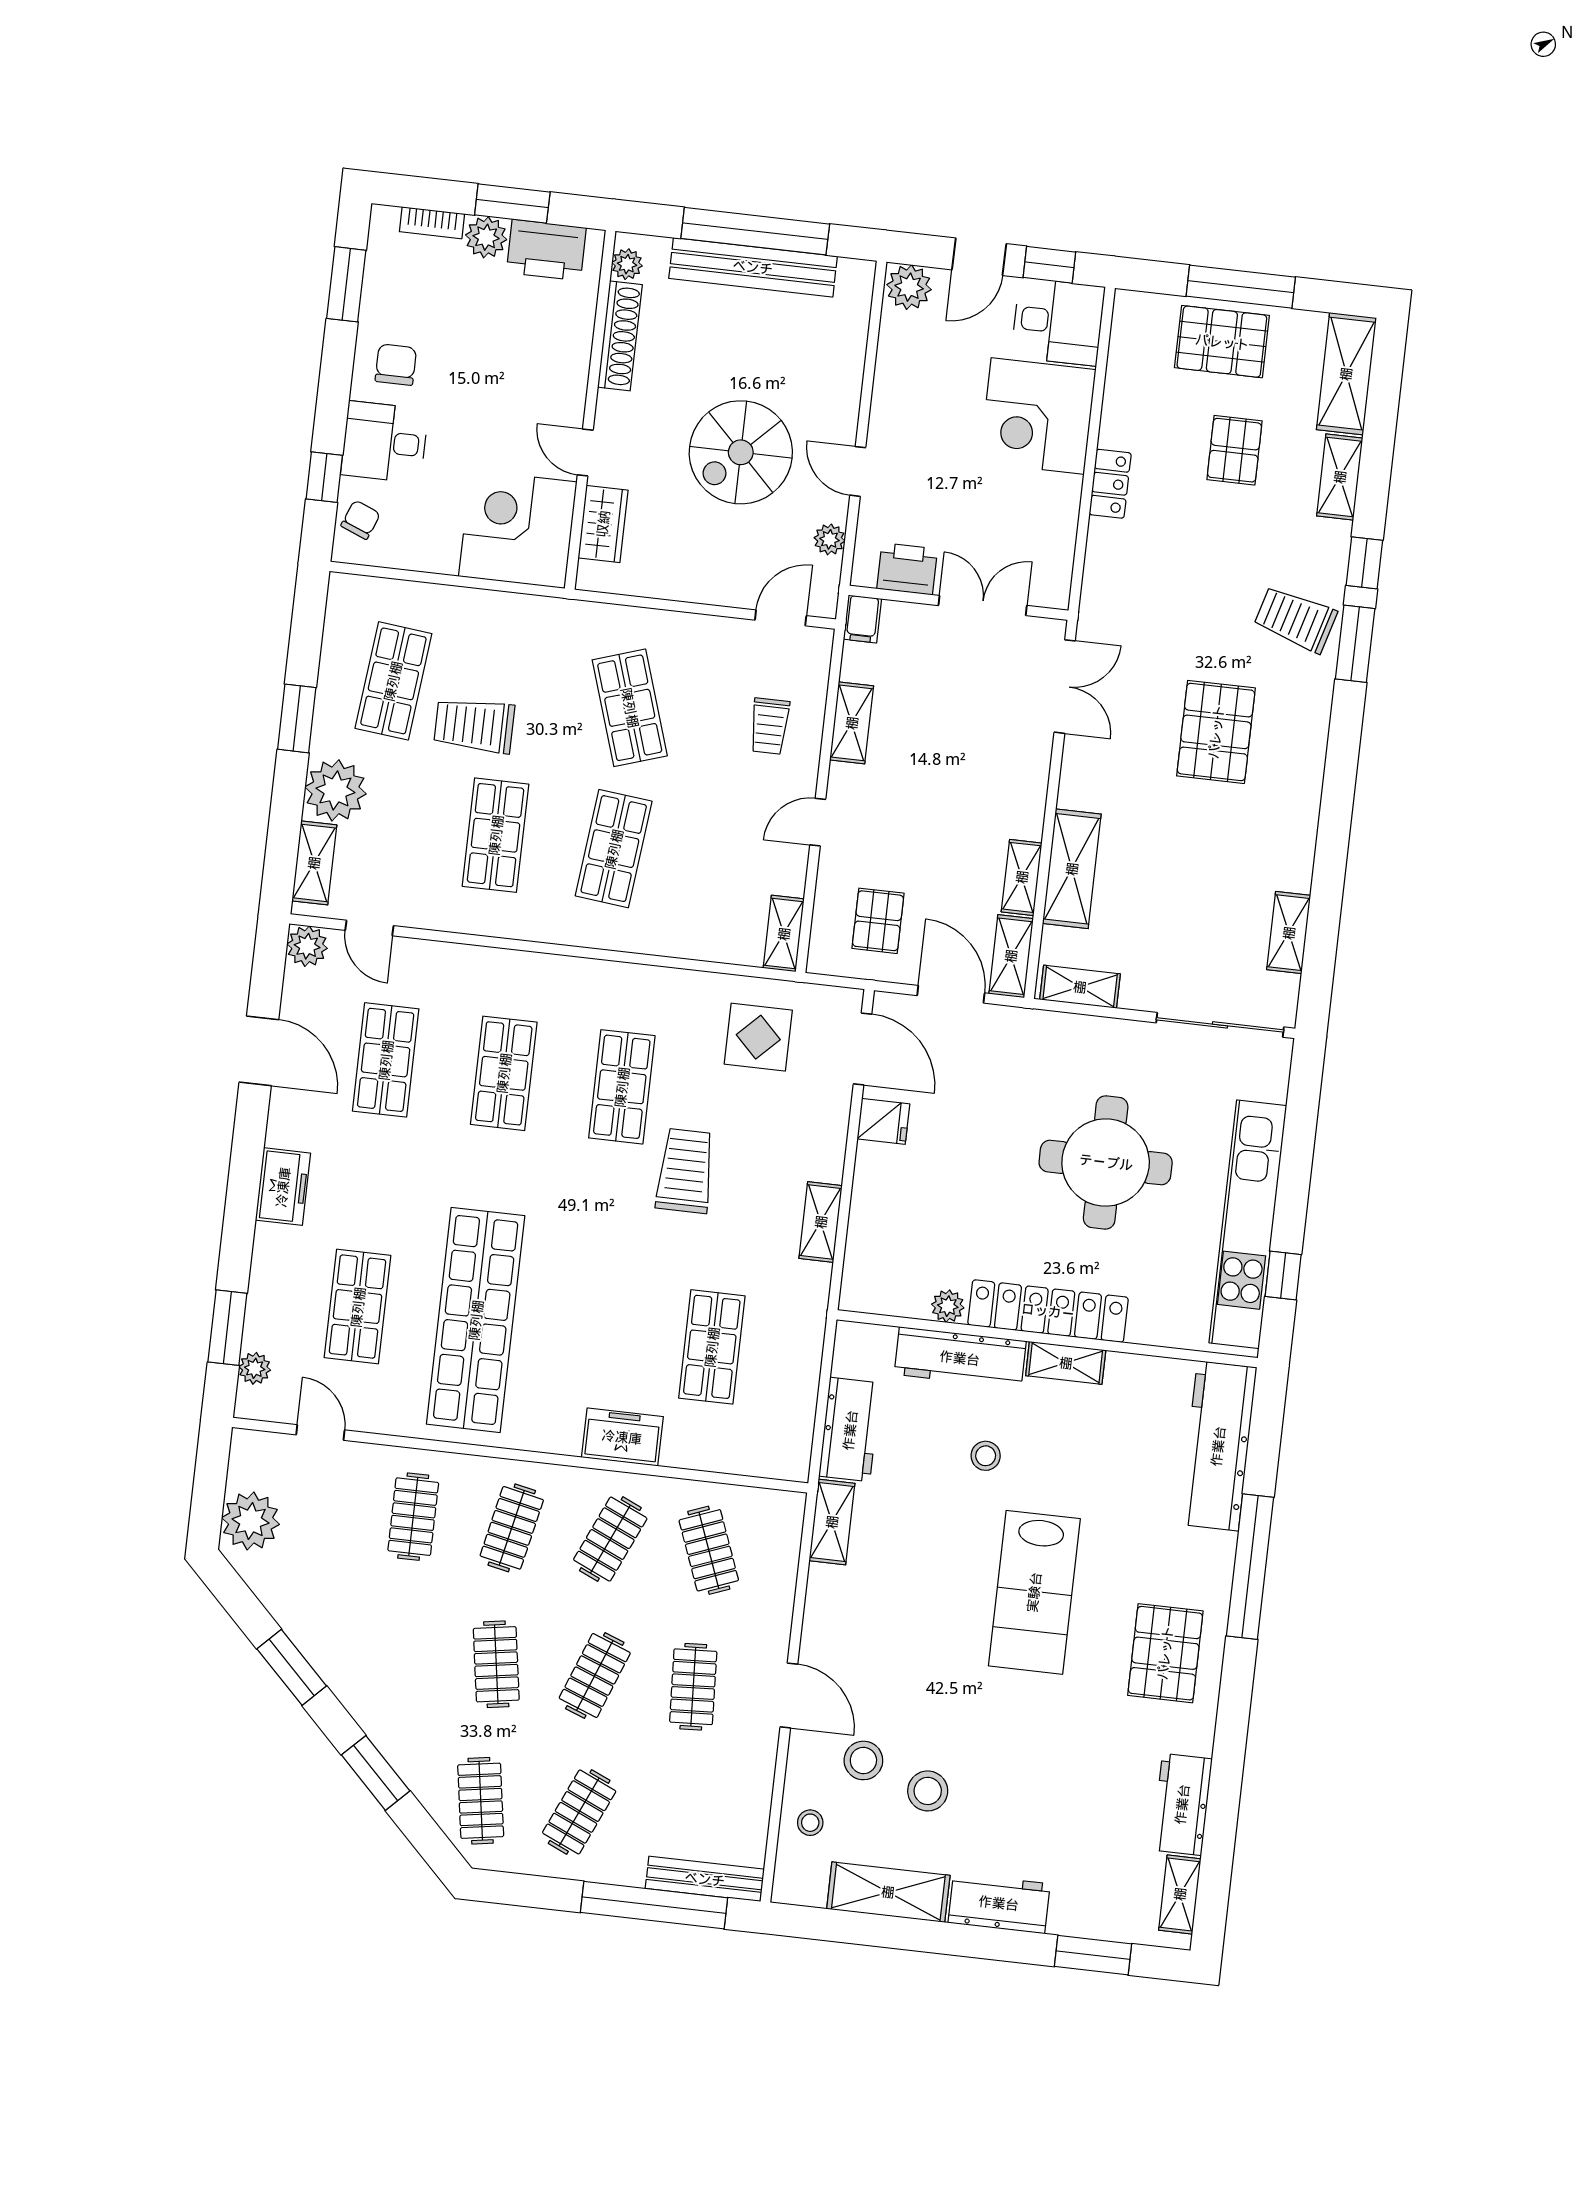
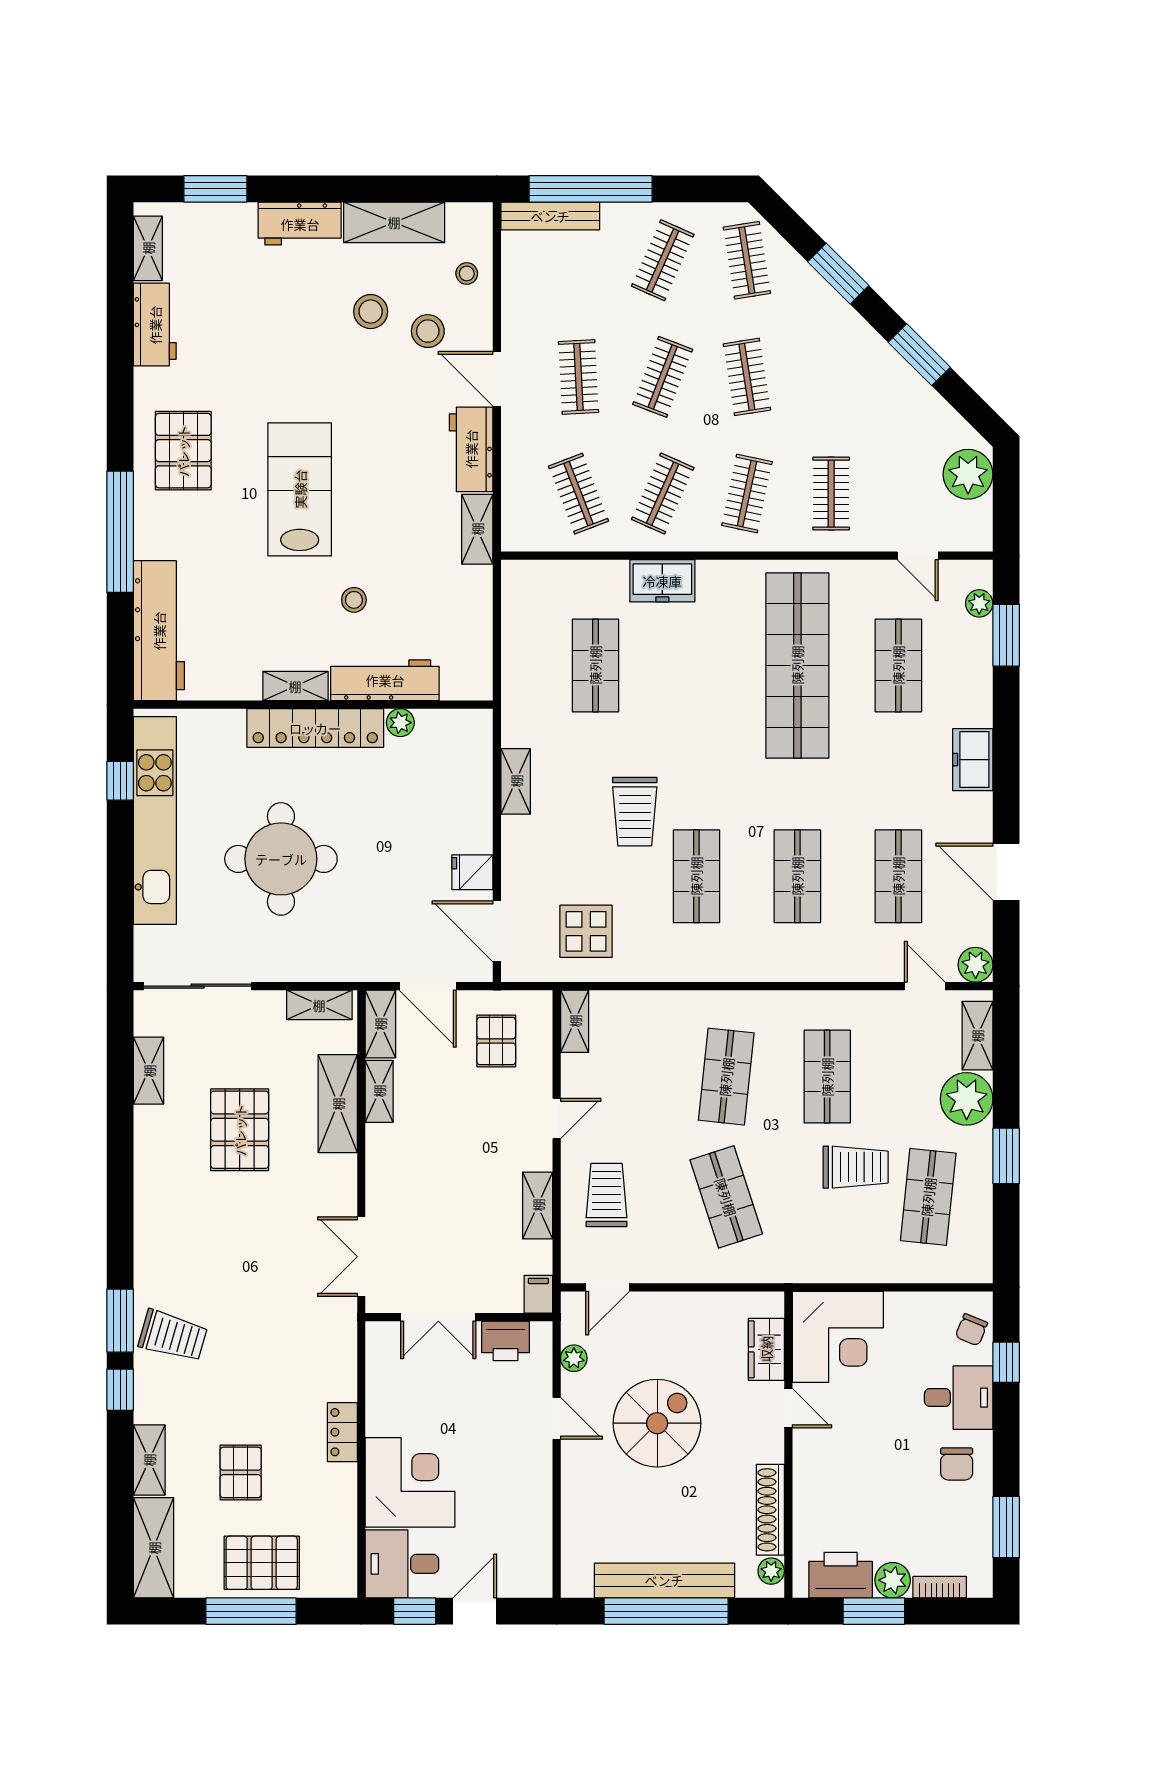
plant: (909, 287) -> (531, 1579), removed
trolley: (769, 726) -> (607, 1195), width x1.36, depth x1.39
pallet: (1216, 732) -> (240, 1130), moved
workbench: (850, 1430) -> (471, 449), moved

